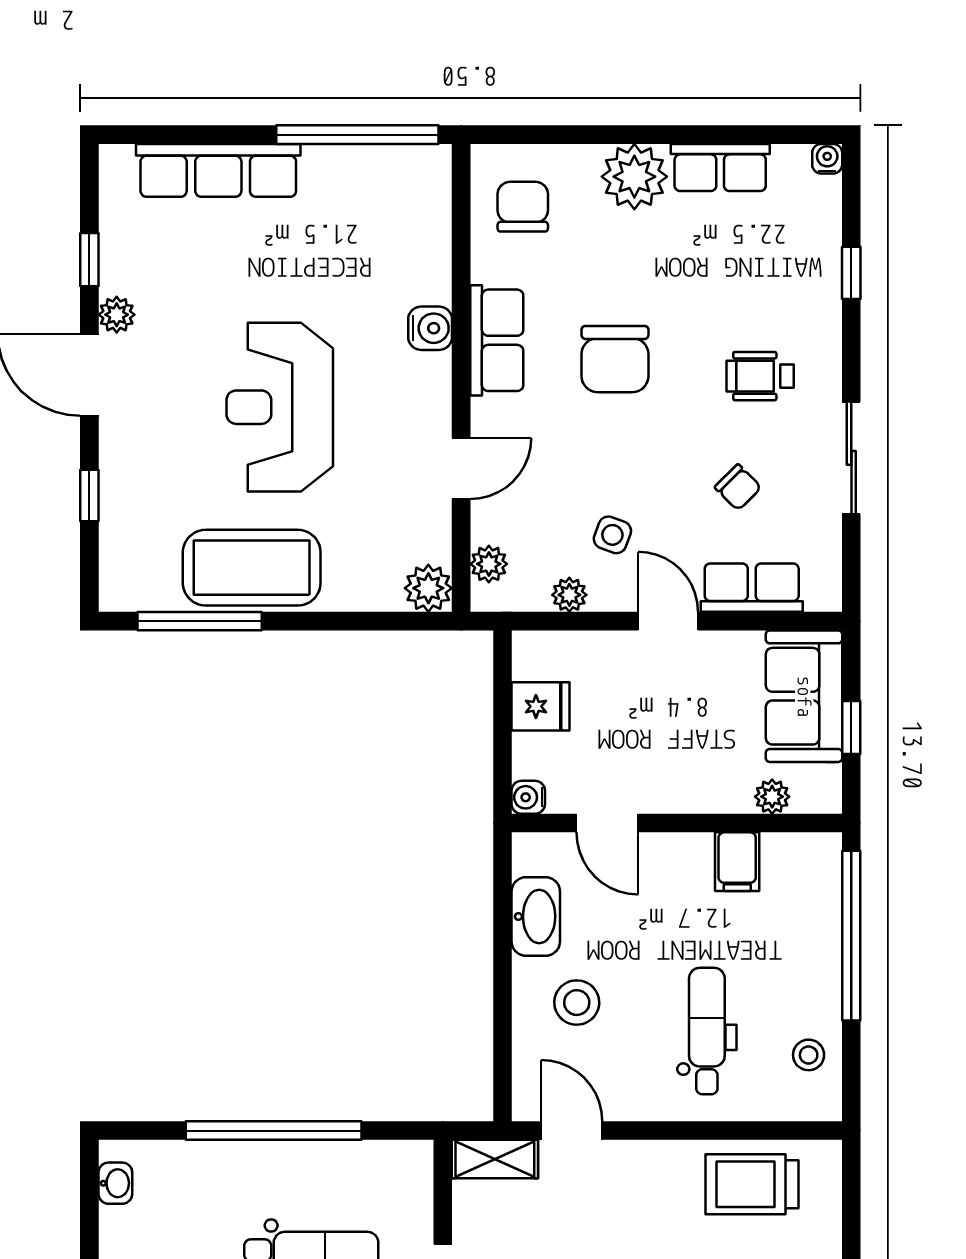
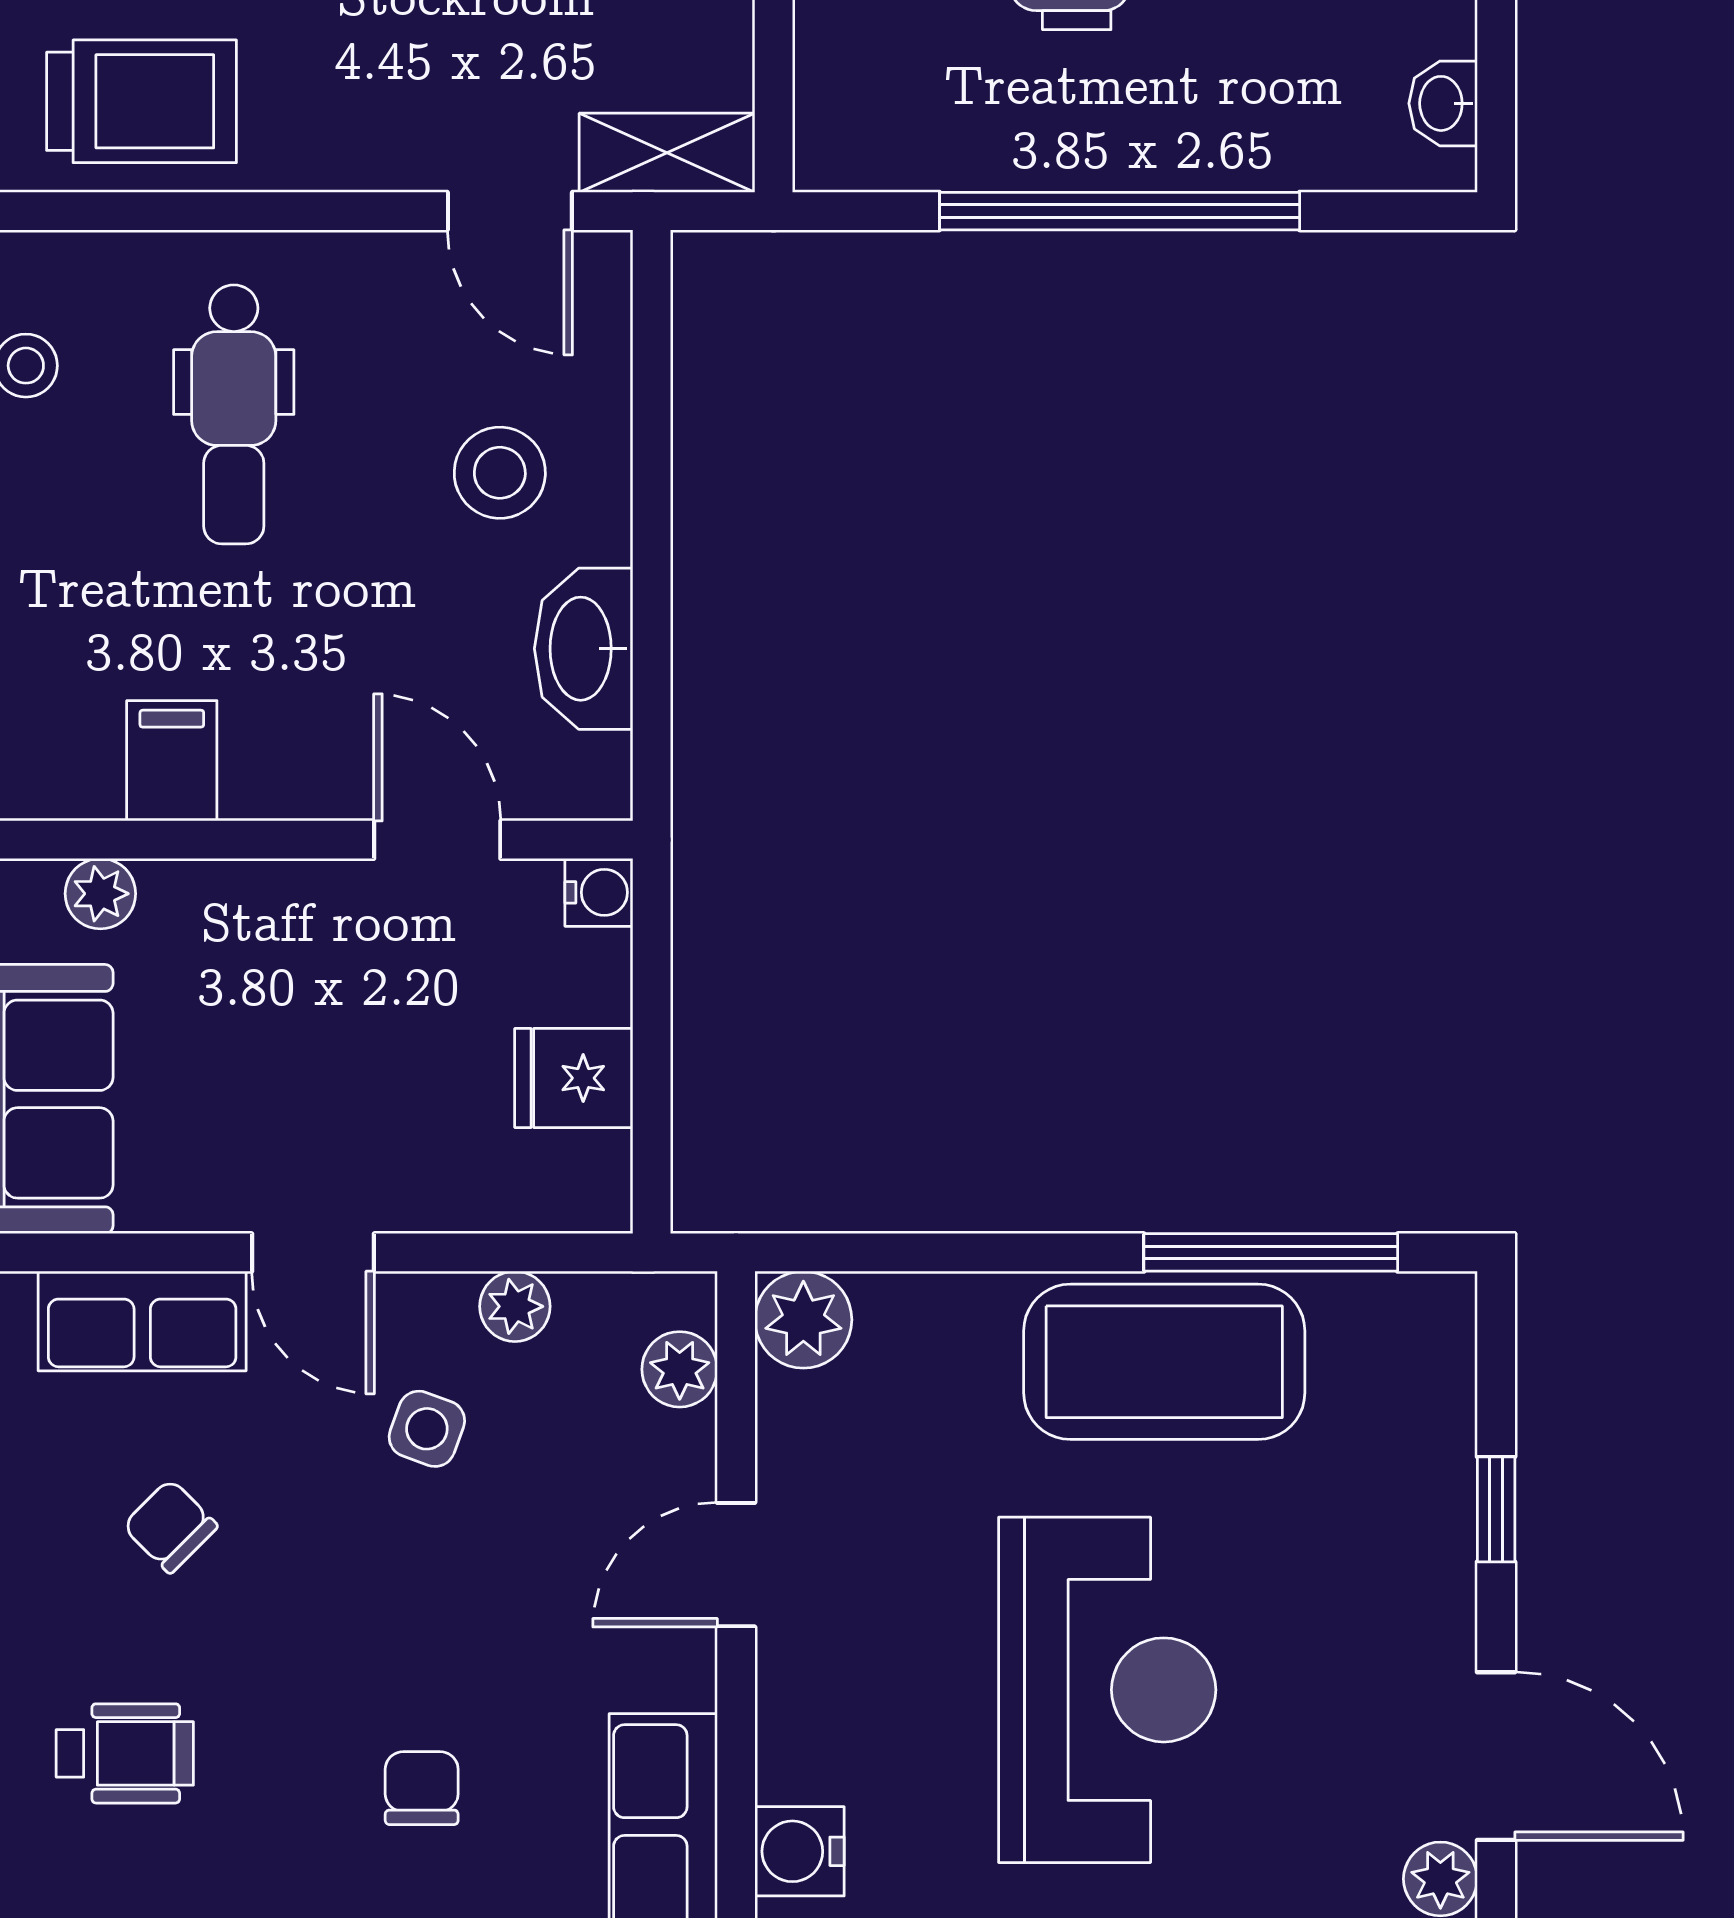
chair: (615, 359) -> (422, 1788), width x0.54, depth x0.54

